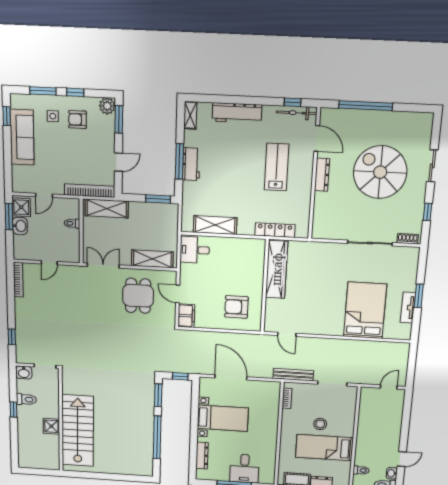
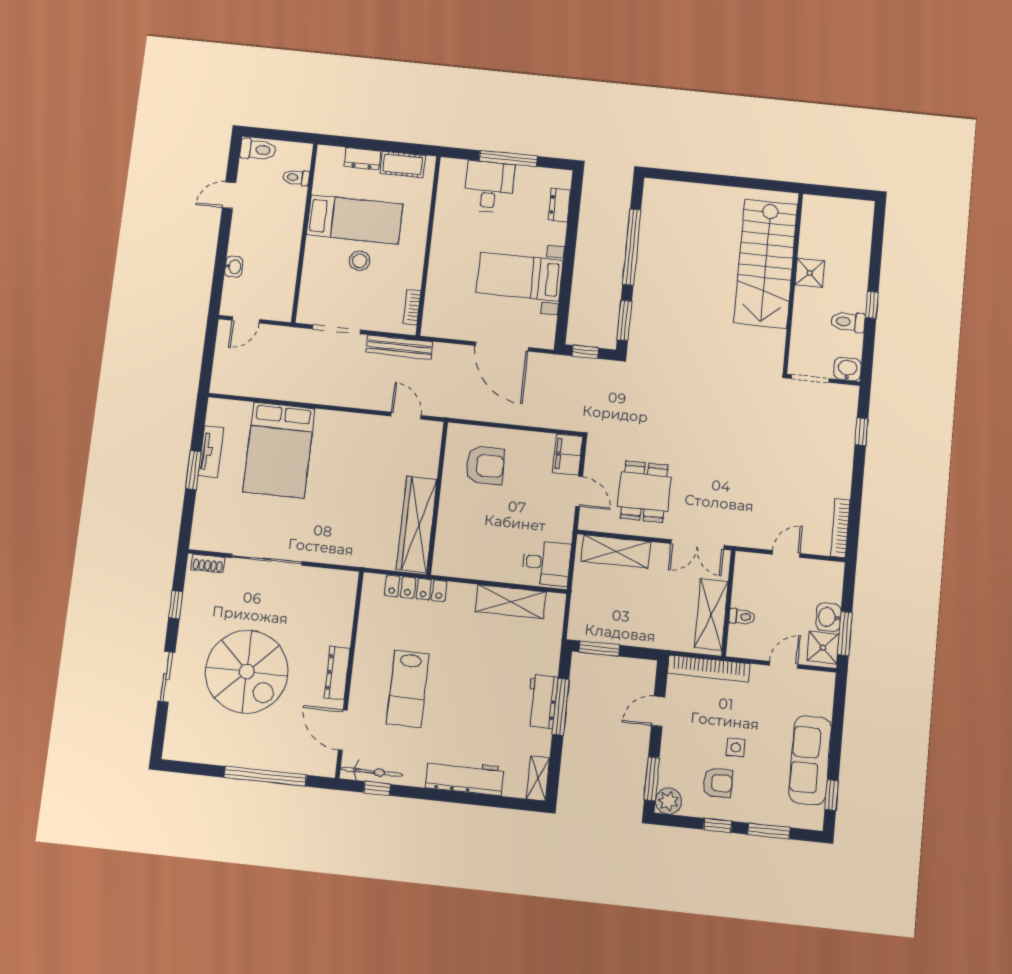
side table: (53, 116) -> (736, 747), moved
shelving: (107, 209) -> (711, 615), moved, turned 90
dresser: (202, 456) -> (559, 205), width x0.70
washbasin: (392, 473) -> (234, 267), moved

